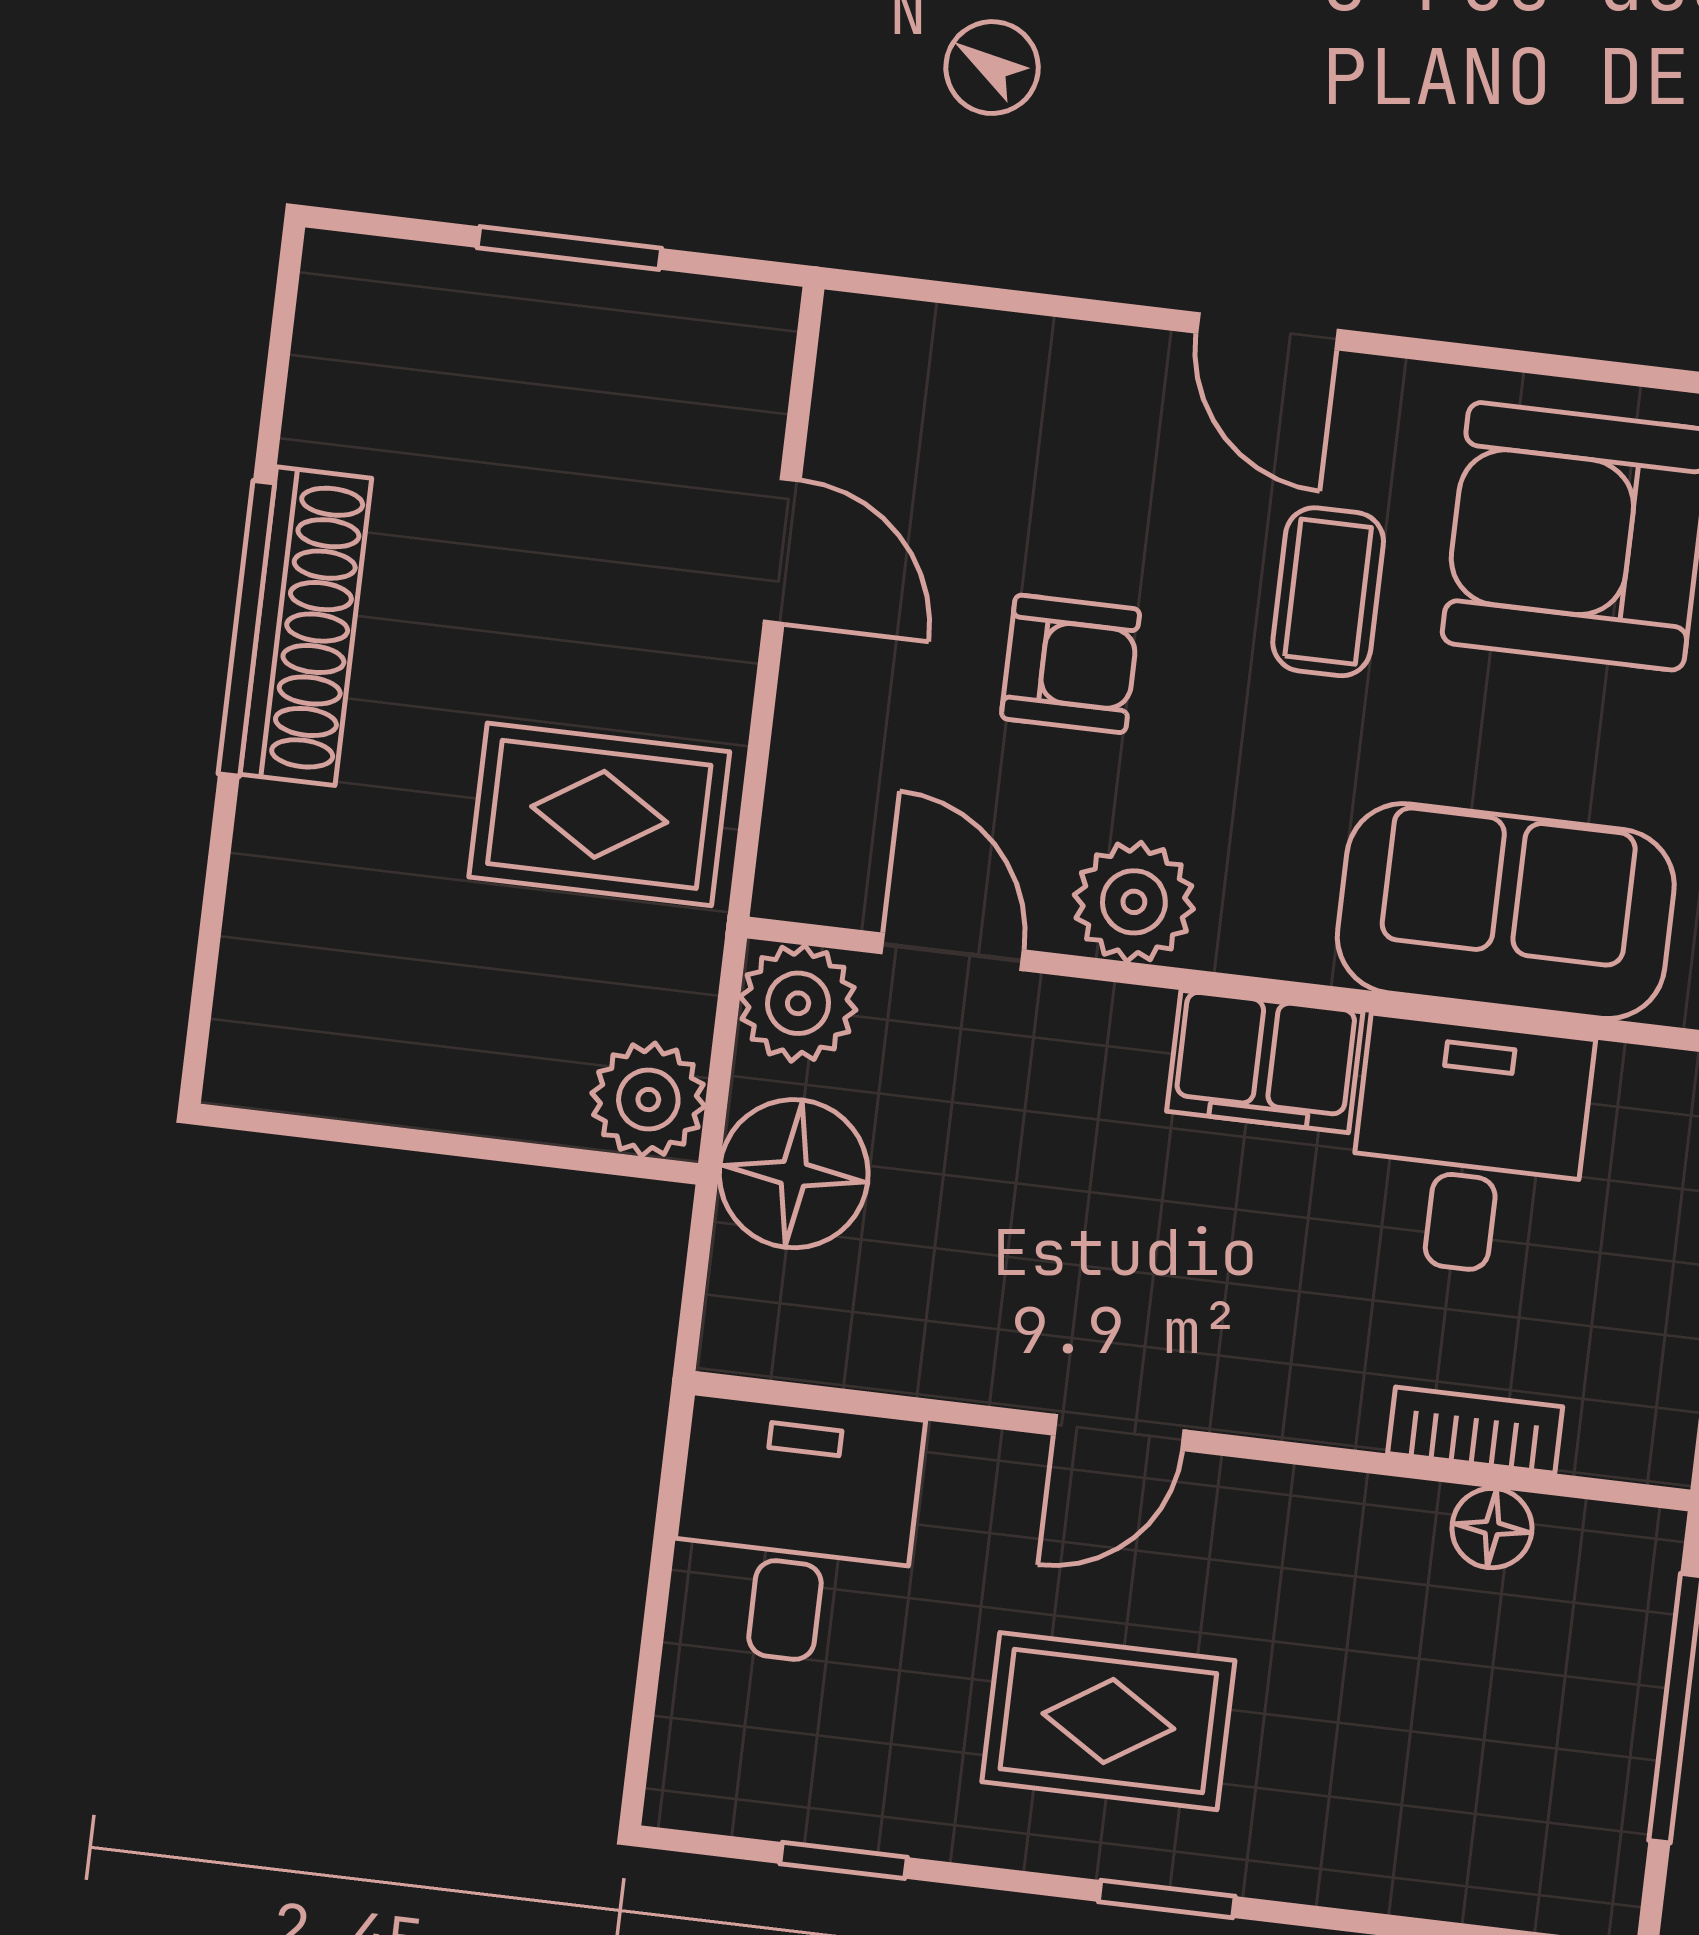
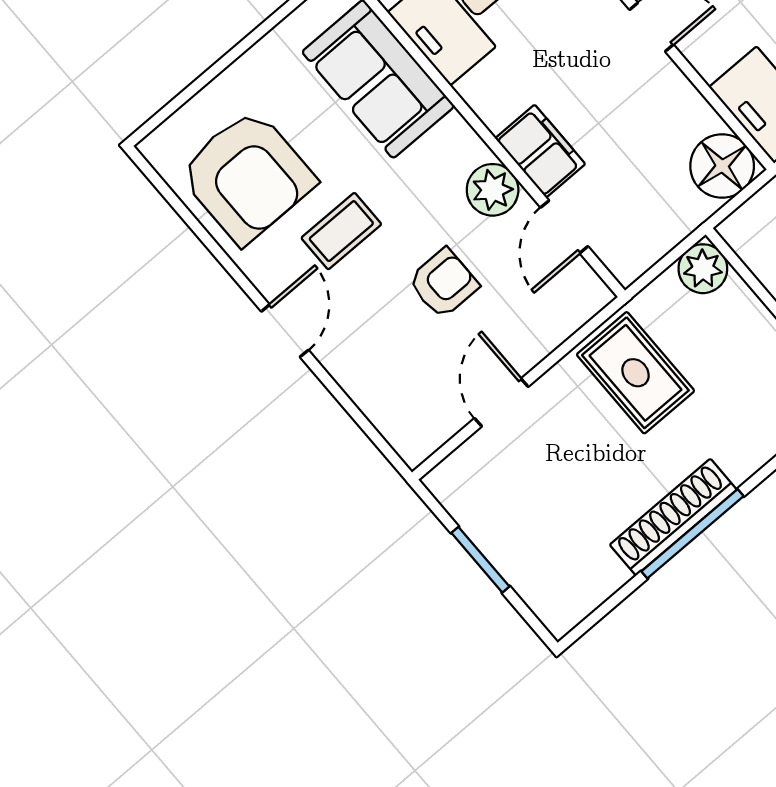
armchair: (1071, 664) -> (443, 283), turned 90
plant: (798, 1003) -> (628, 255), removed
filing cabinet: (1265, 1062) -> (540, 151), moved
floor lamp: (794, 1174) -> (722, 166), moved

